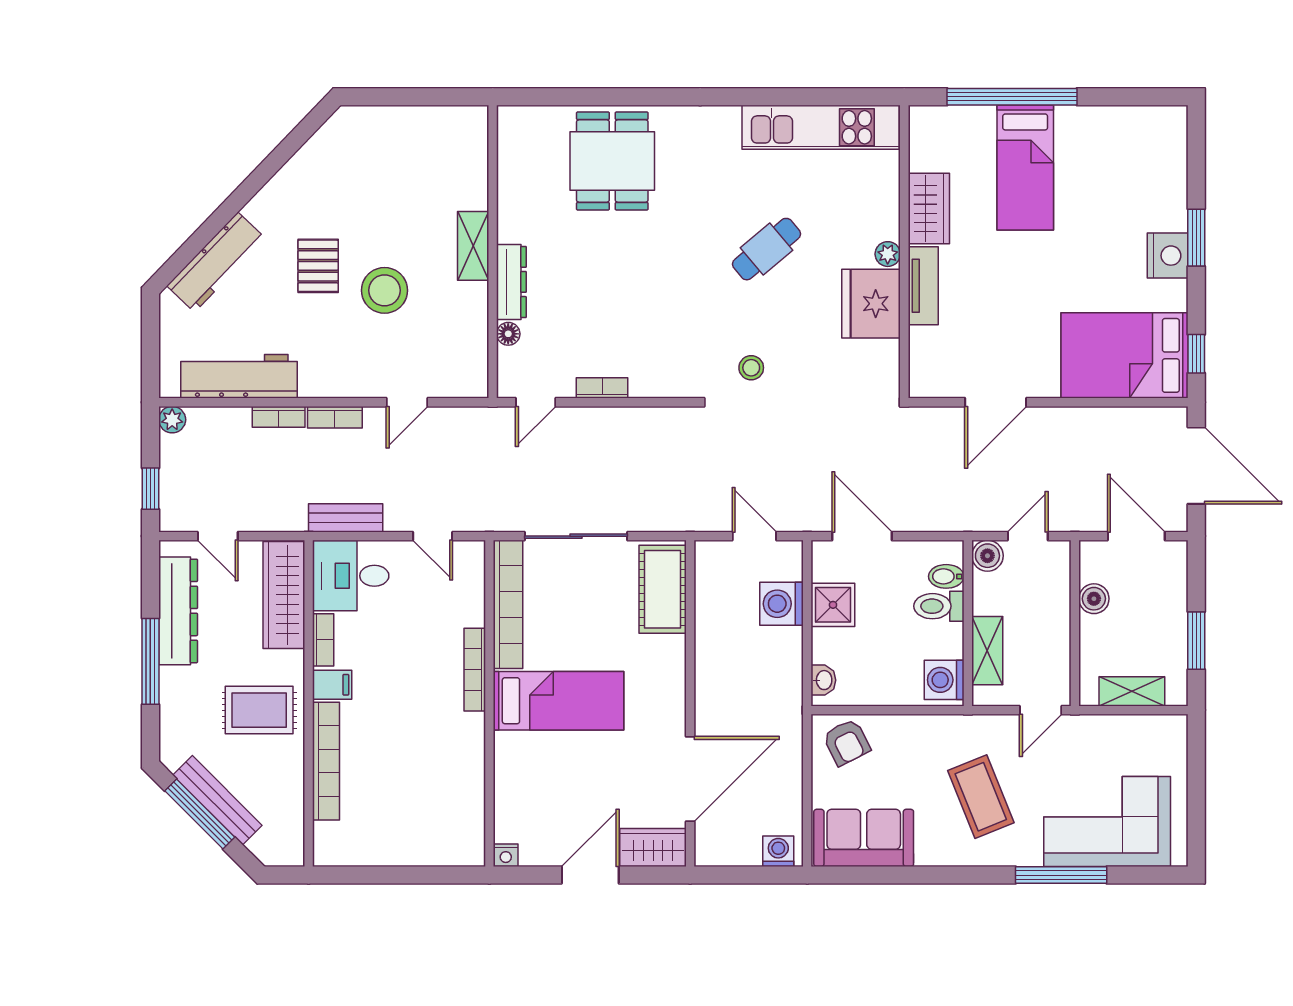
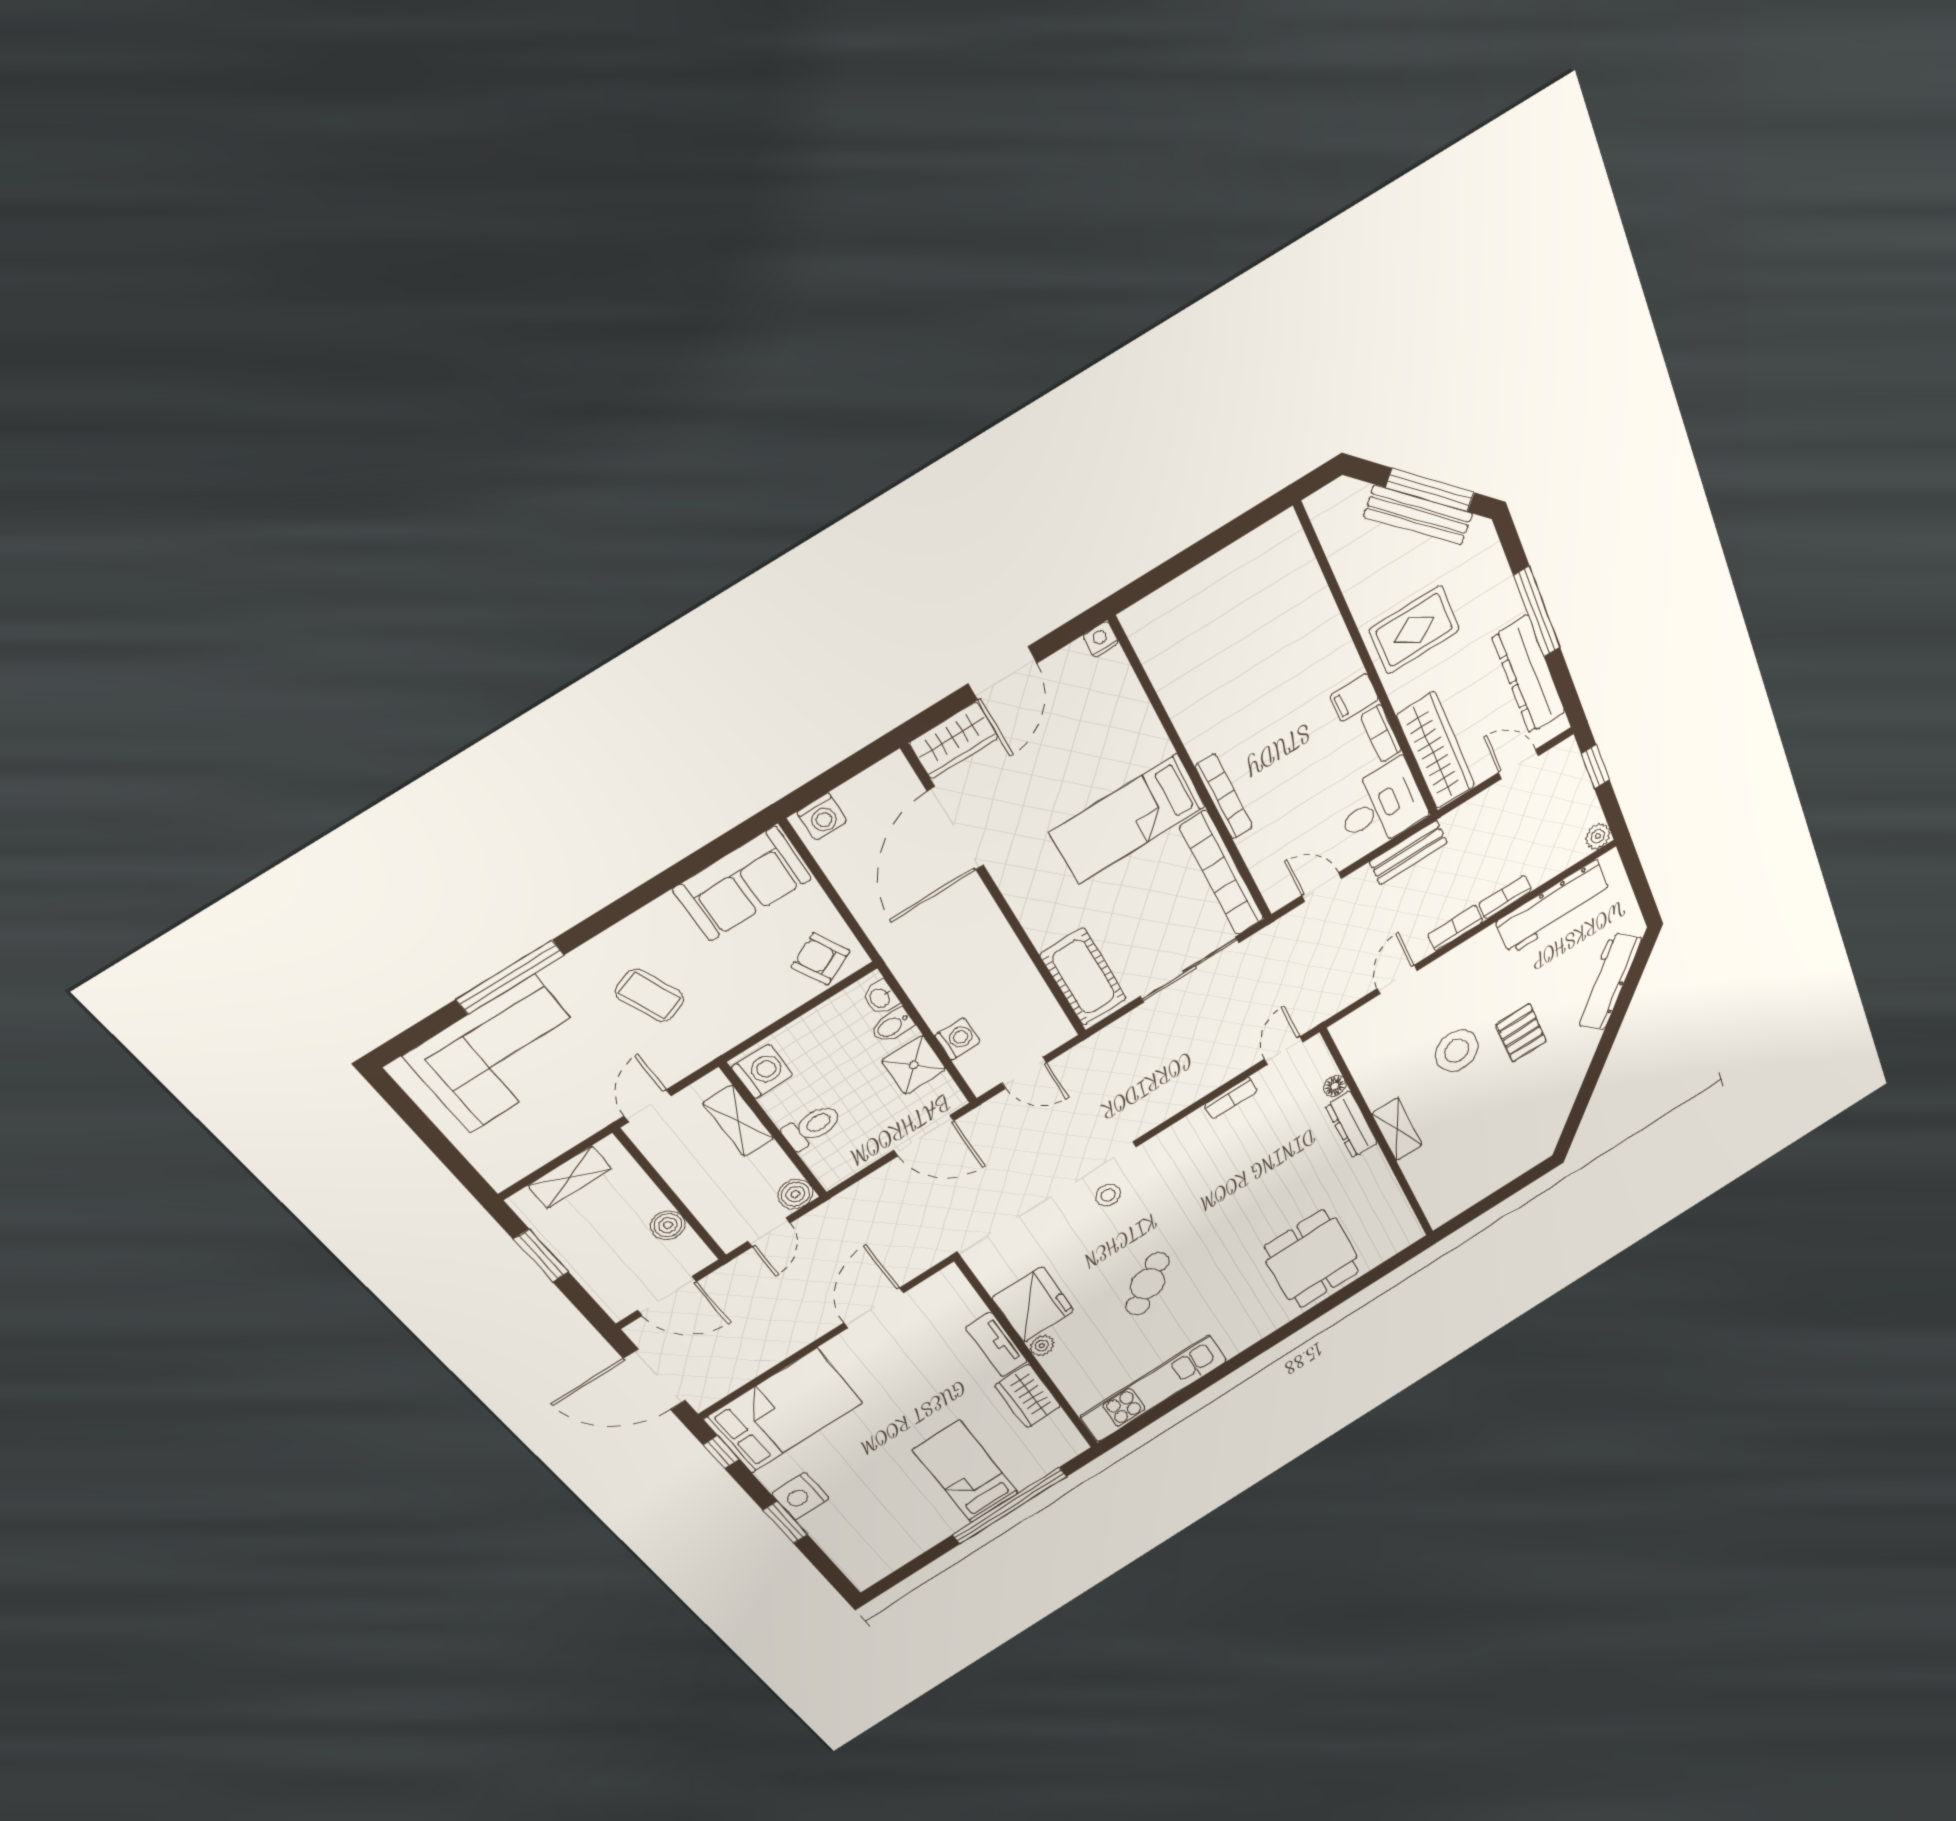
bidet: (946, 576) -> (892, 1026), moved, turned 180
washing machine: (782, 604) -> (958, 1039), width x0.73, depth x0.73
bookcase: (326, 761) -> (1327, 621), removed
coffee table: (981, 797) -> (650, 995), width x0.73, depth x0.77

